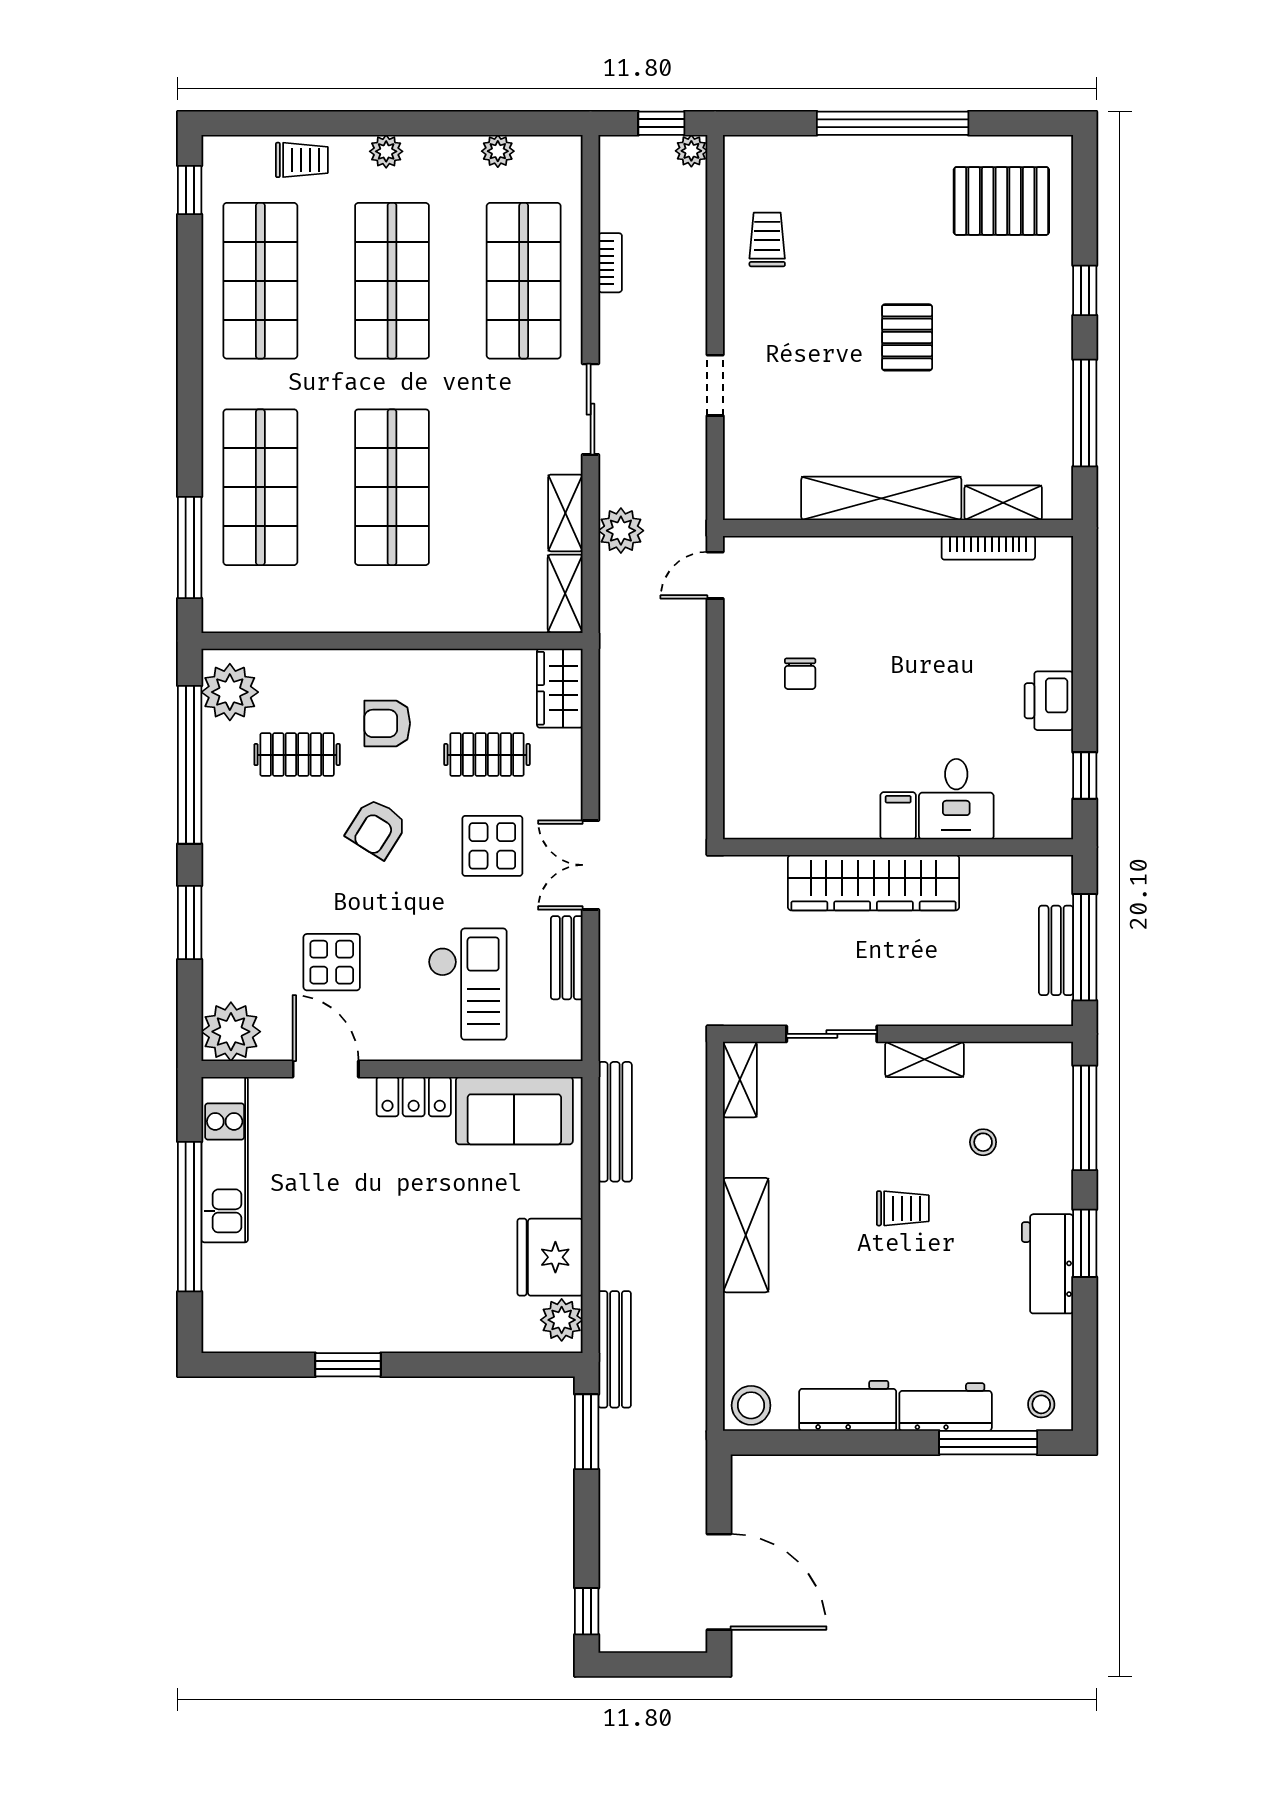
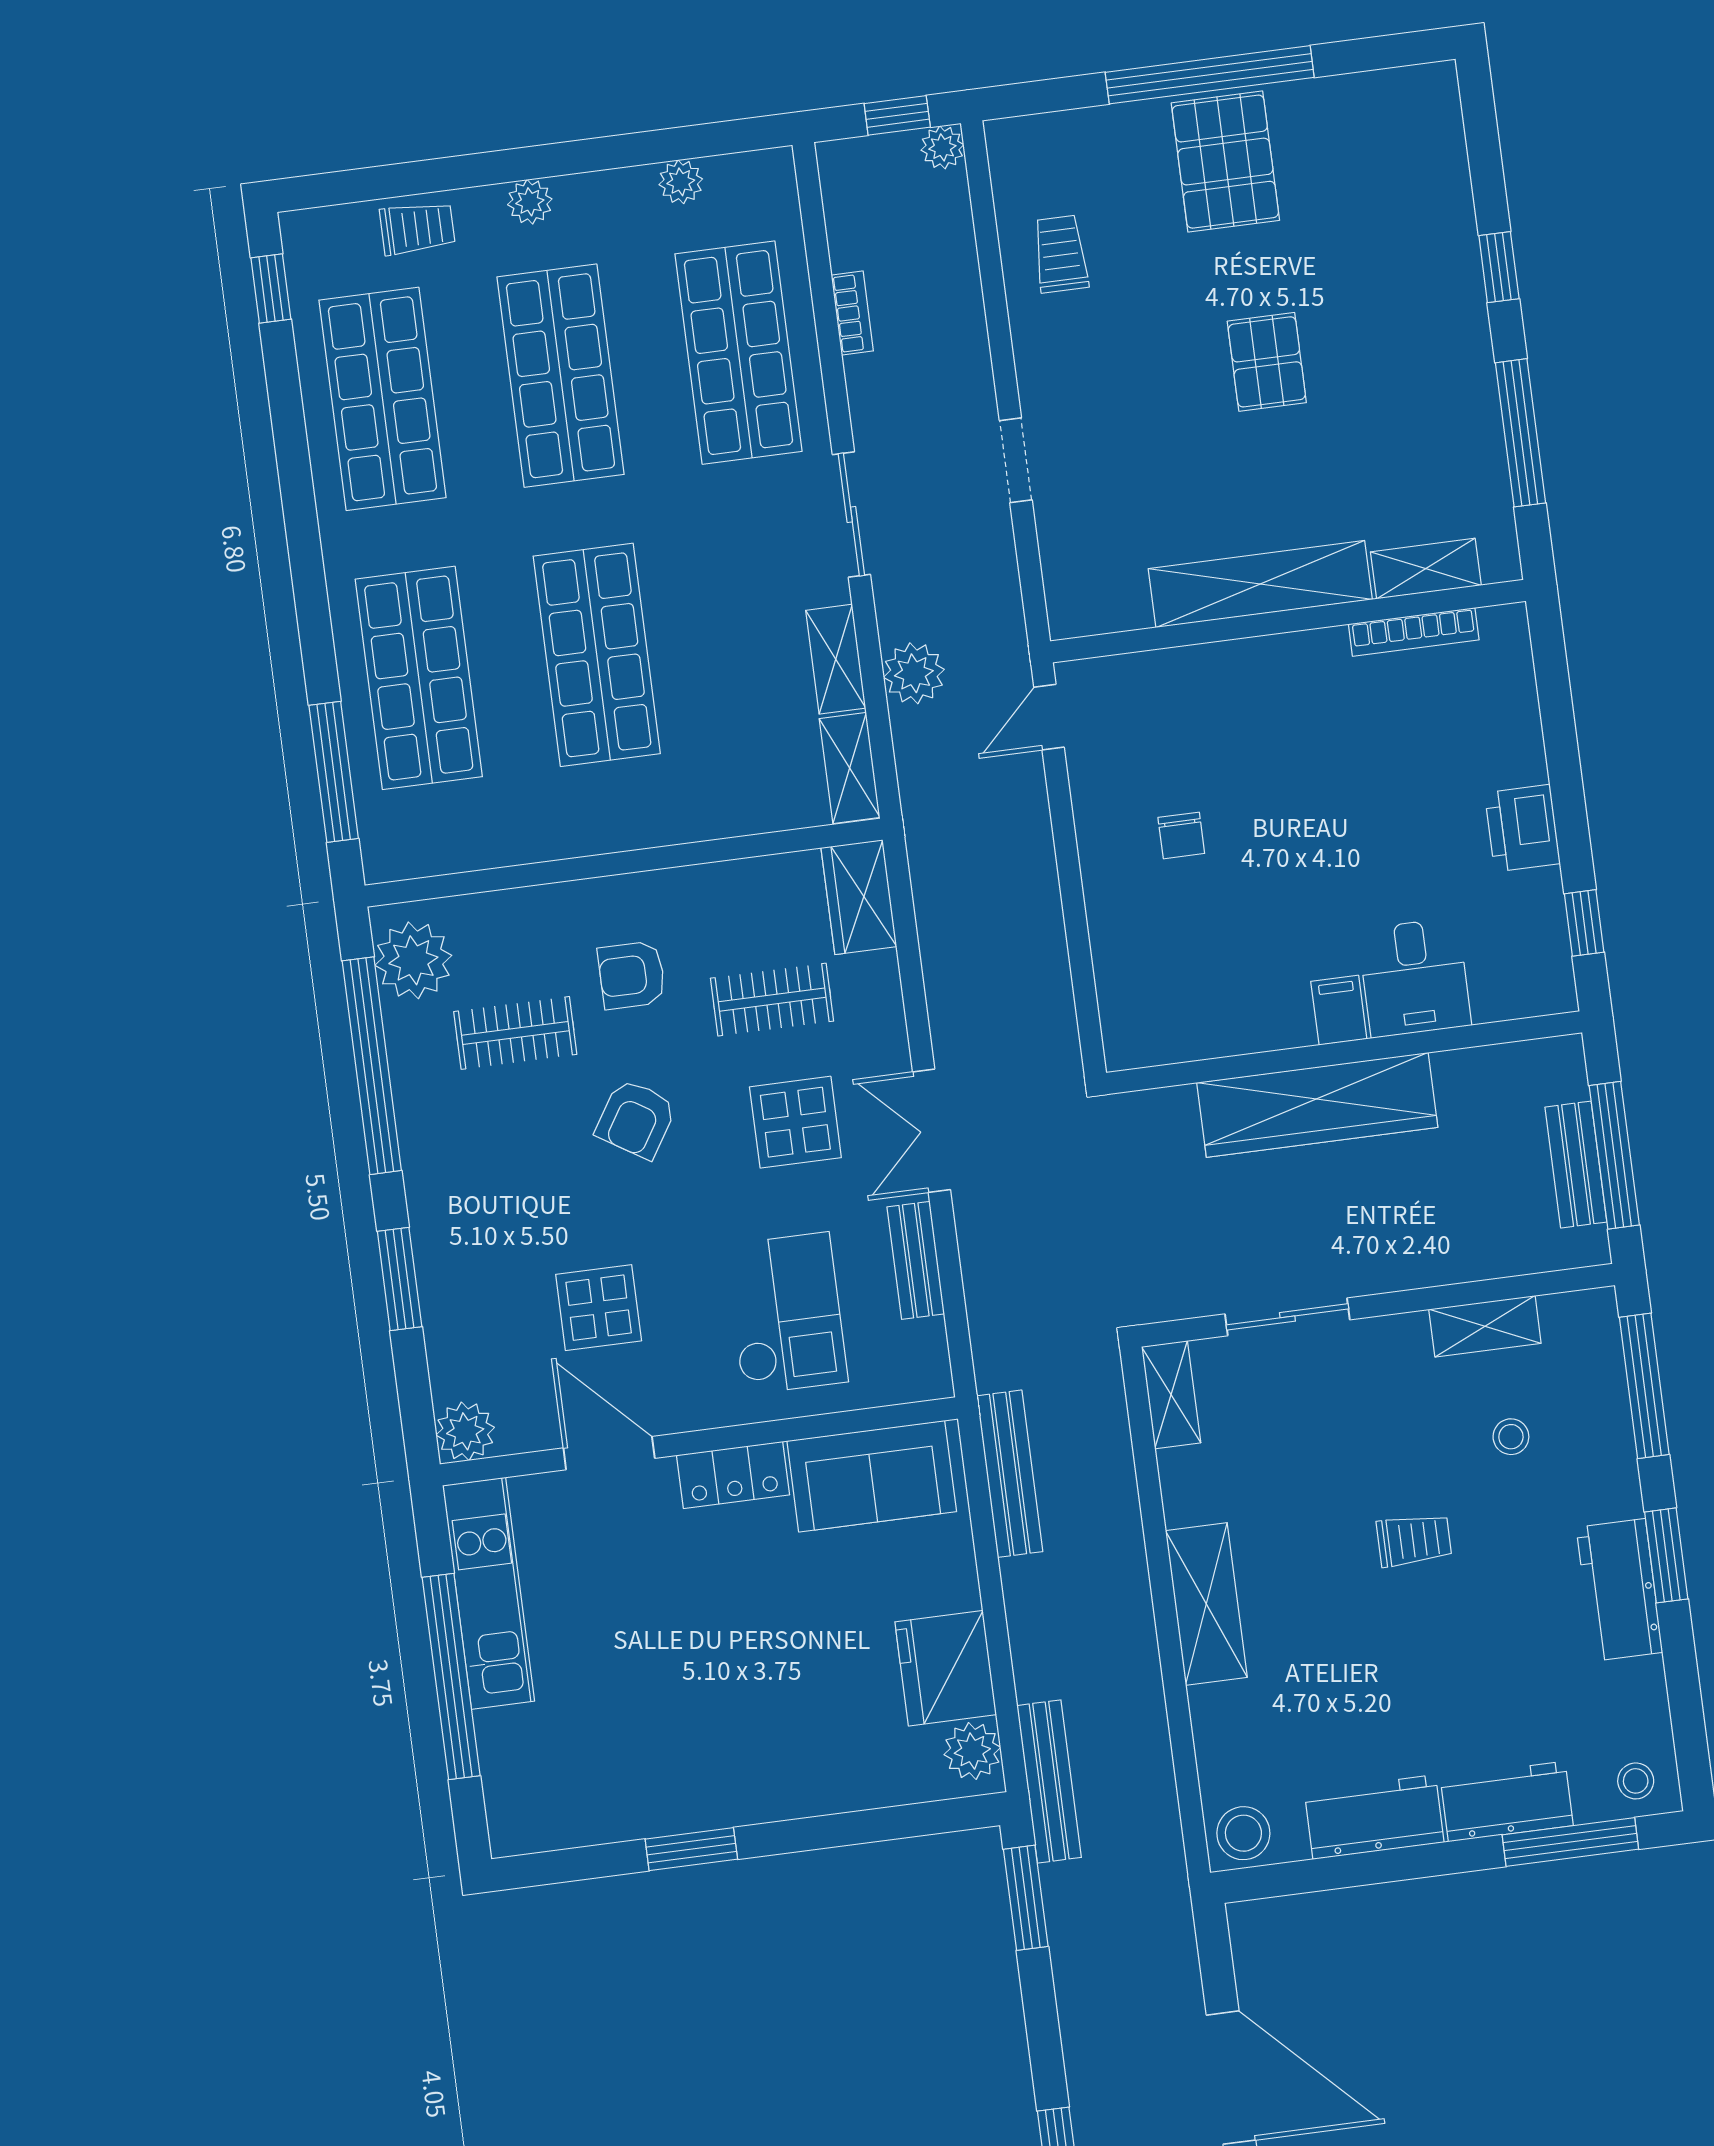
pallet: (1001, 201) -> (1225, 162), moved, turned 90
plant: (231, 1032) -> (465, 1431), width x0.73, depth x0.73
shelving: (924, 1059) -> (1485, 1326), moved

